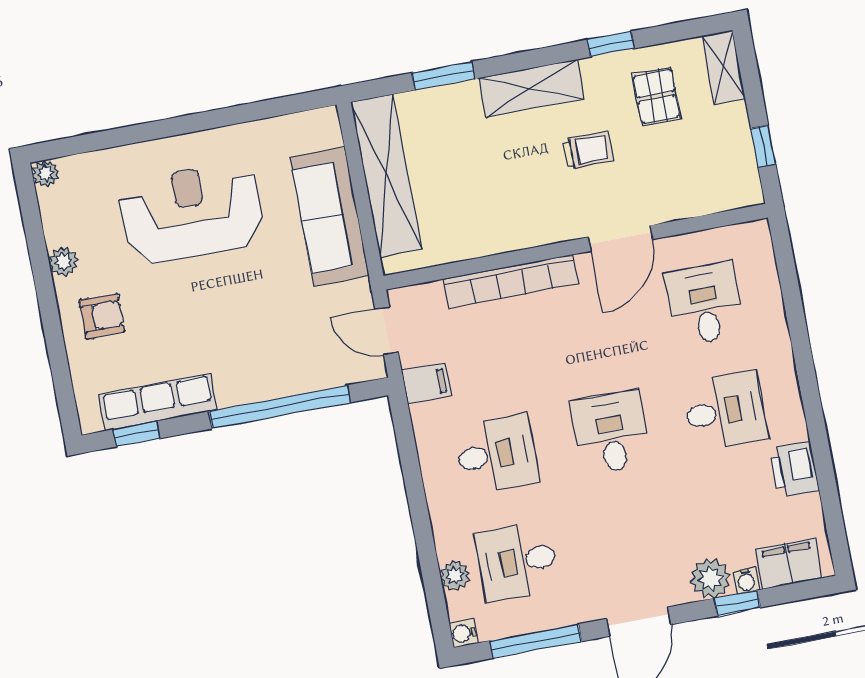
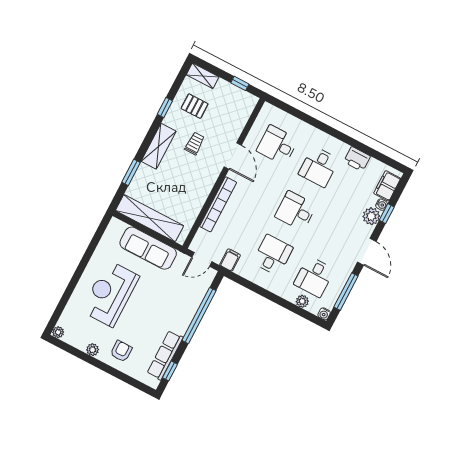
desk: (725, 411) -> (319, 167), turned 180

